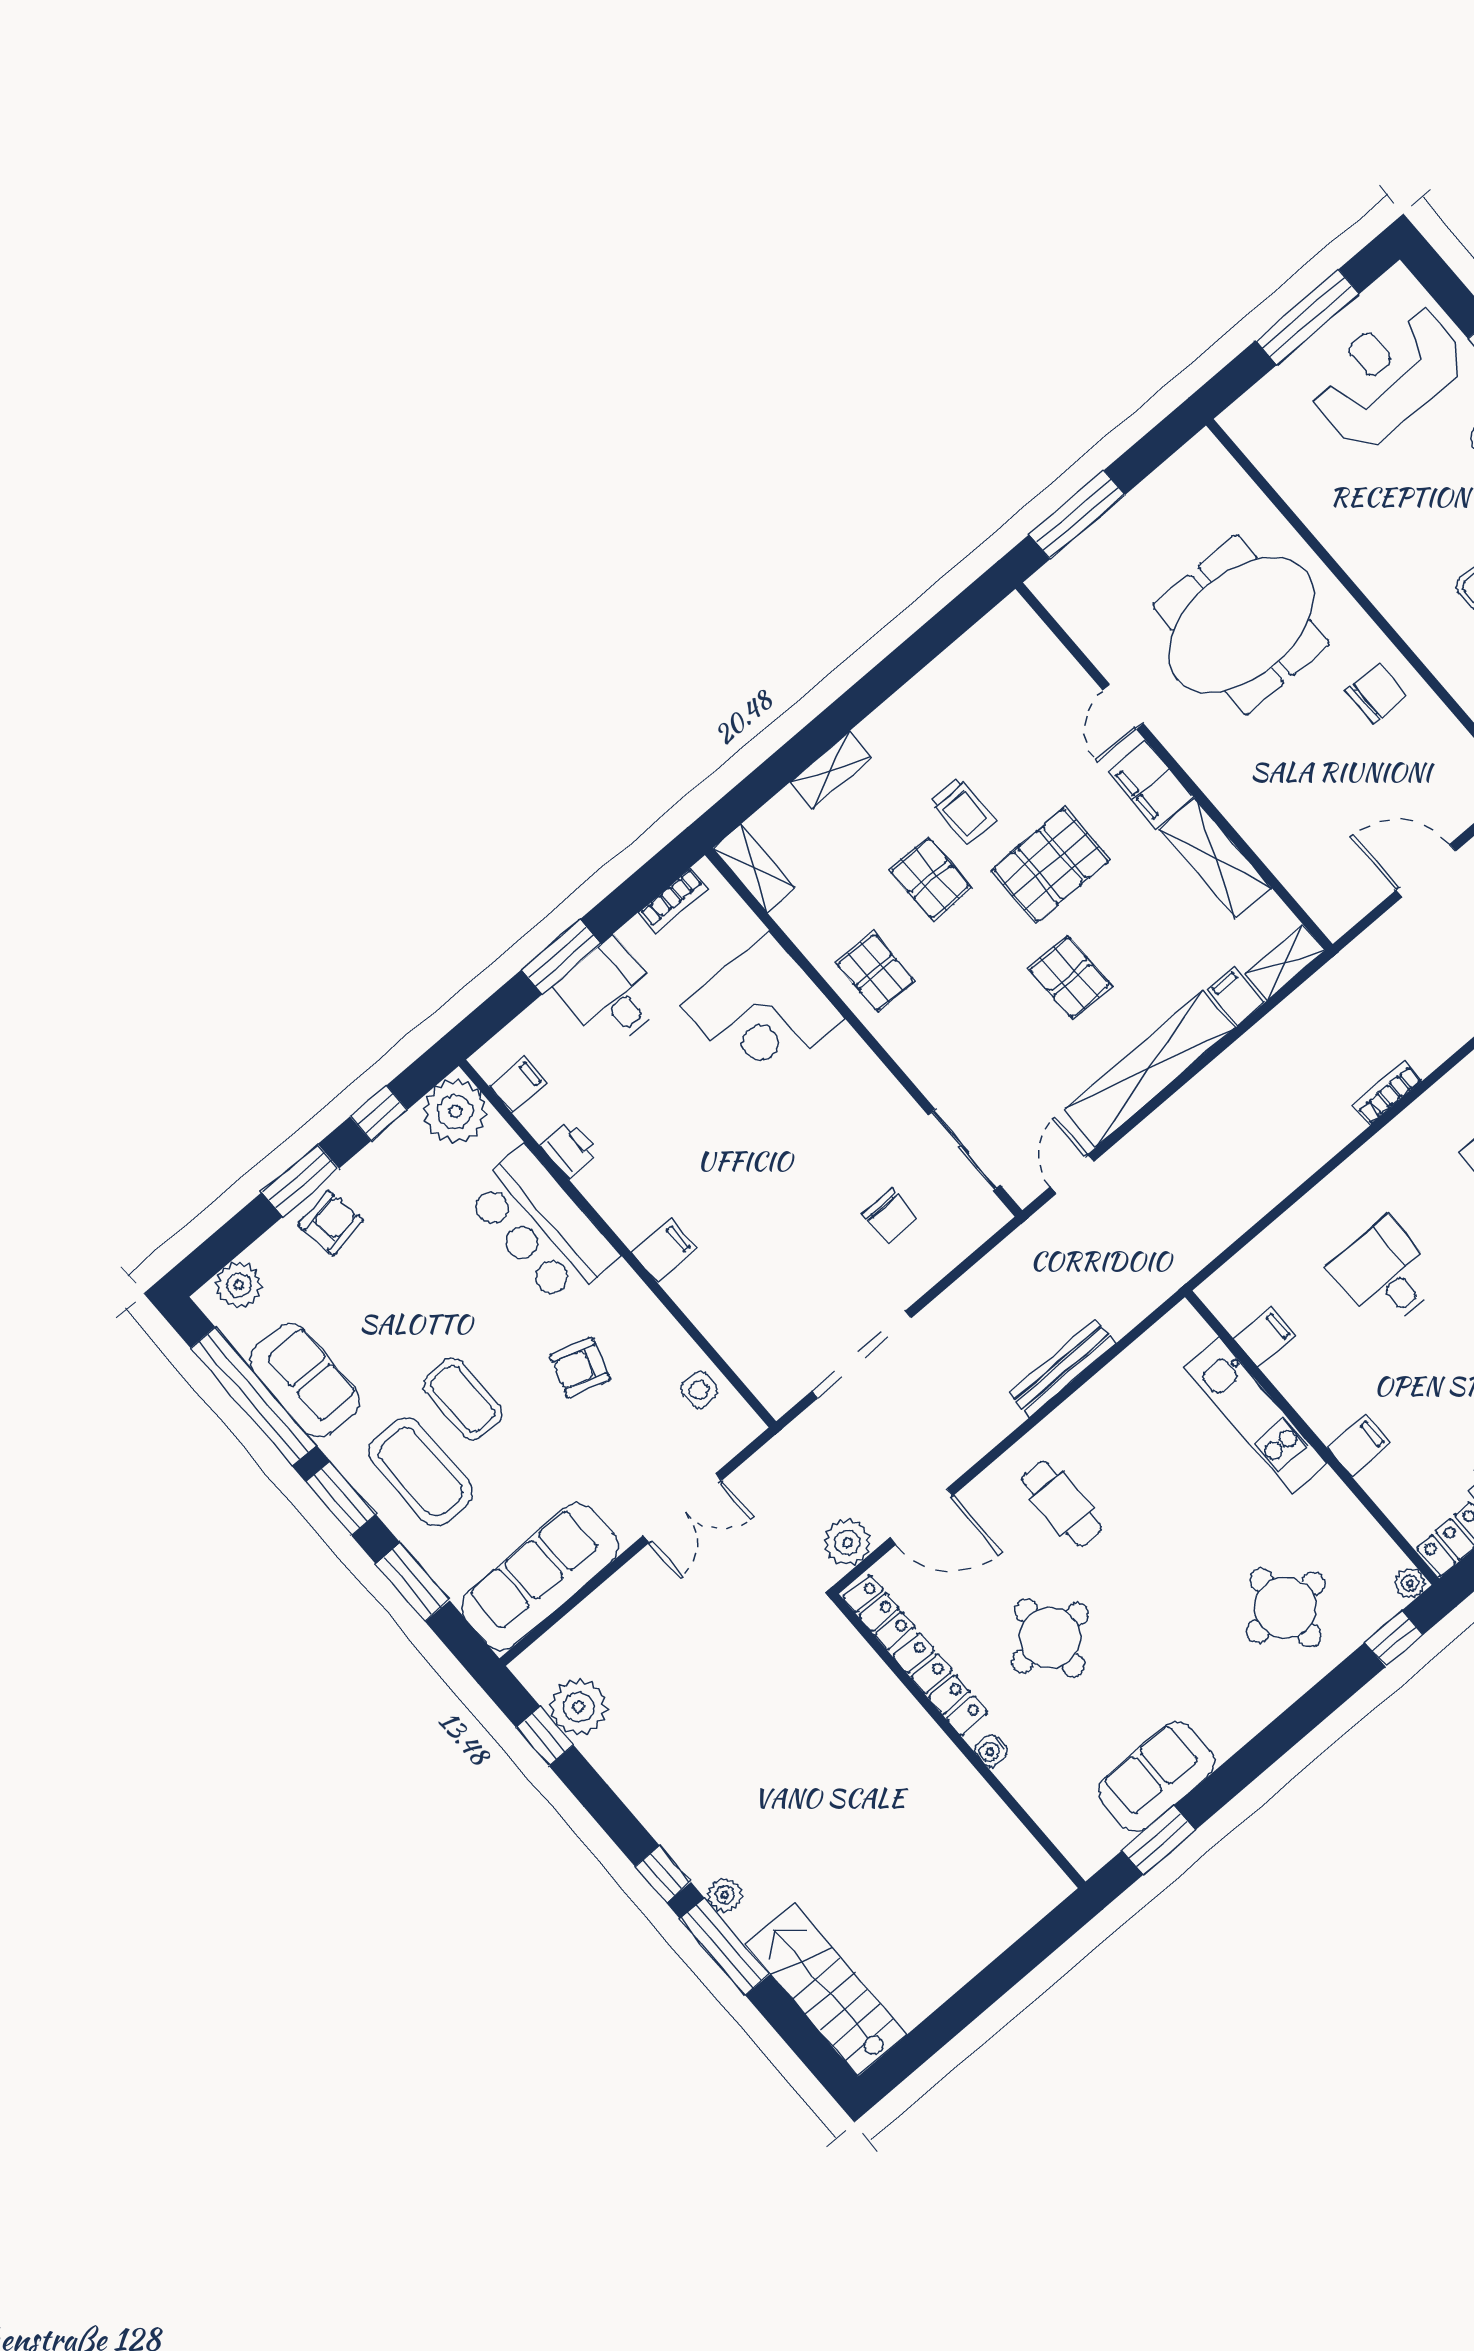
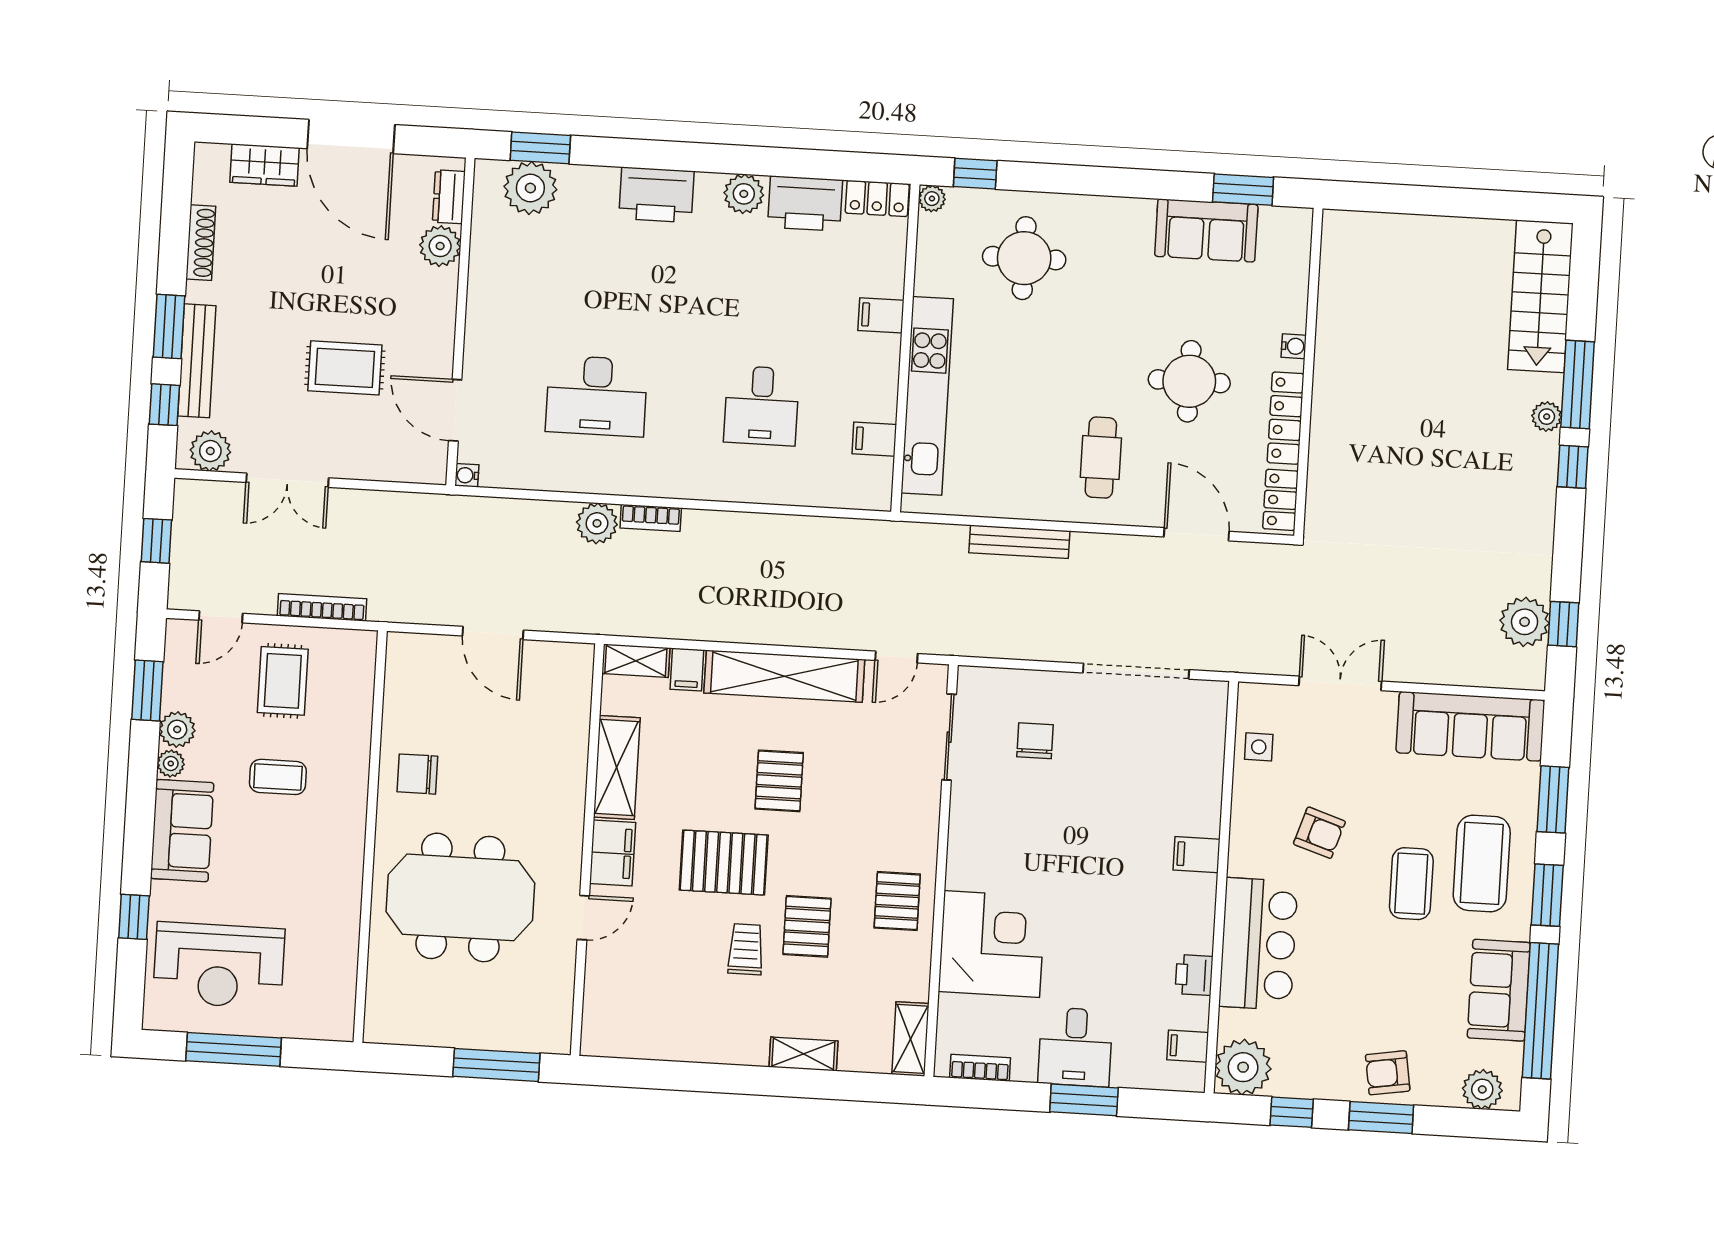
kitchen unit: (1256, 1416) -> (927, 396), width x1.36
plant: (847, 1542) -> (597, 523), moved

